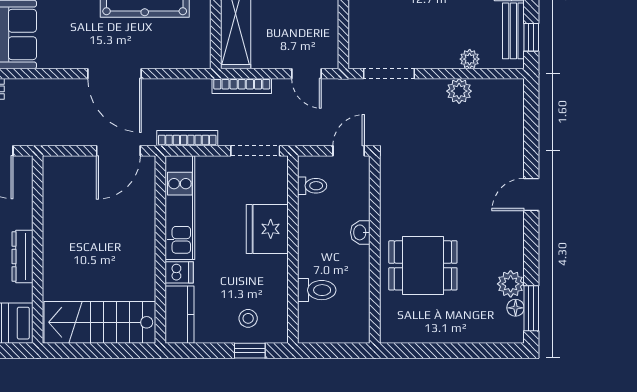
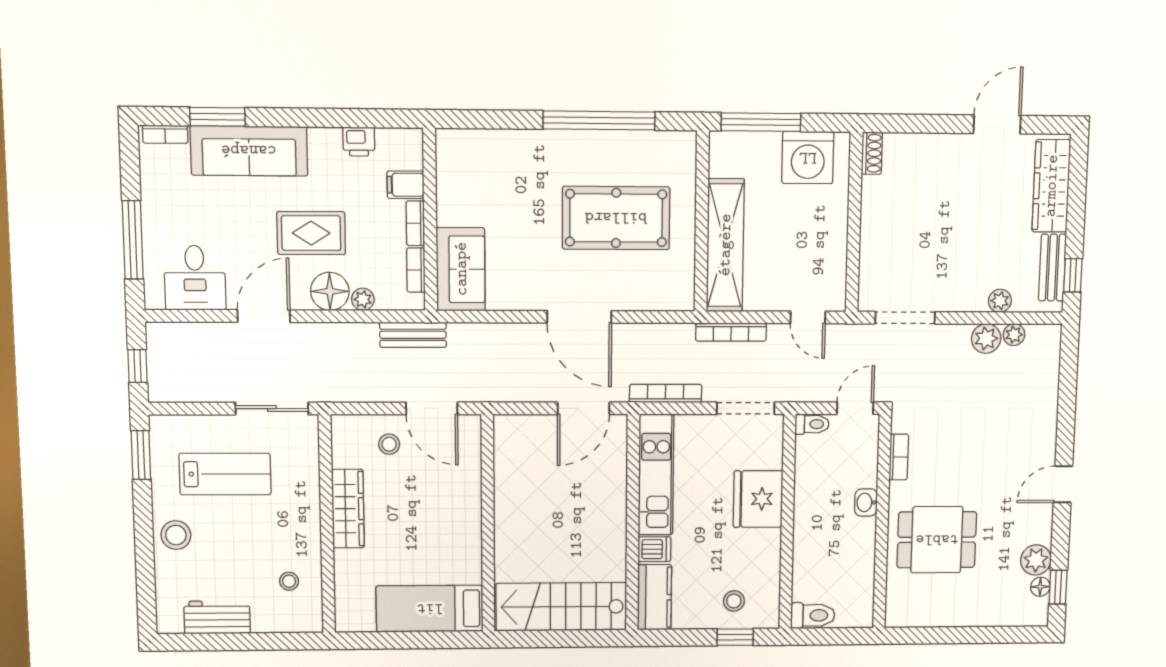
plant: (483, 88) -> (1014, 335), added
toilet: (312, 186) -> (812, 424), moved
bookcase: (387, 193) -> (899, 457), added
door: (531, 194) -> (1063, 484), moved
dresser: (22, 257) -> (470, 532), removed
toilet: (317, 290) -> (813, 615), moved
window: (531, 308) -> (1058, 587), width x0.67

